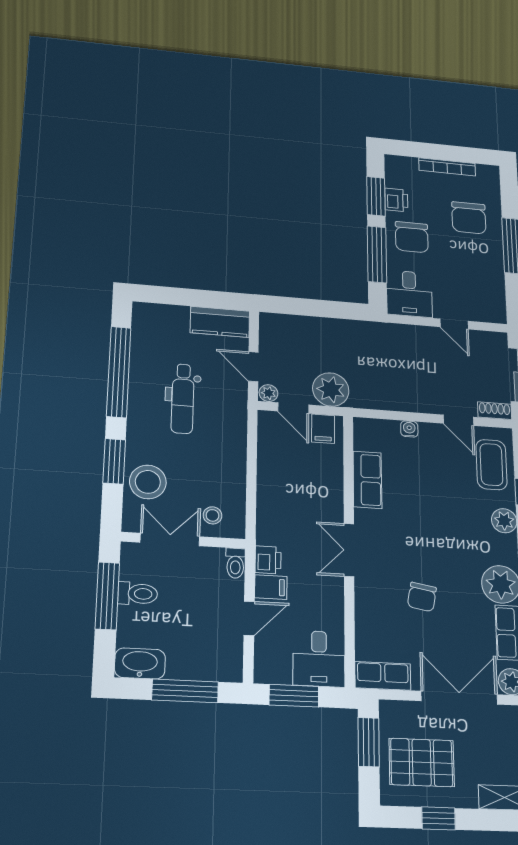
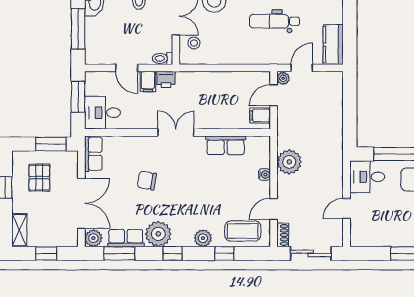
plant: (331, 389) -> (289, 162), moved
pallet: (422, 762) -> (39, 178), width x0.67, depth x0.71

